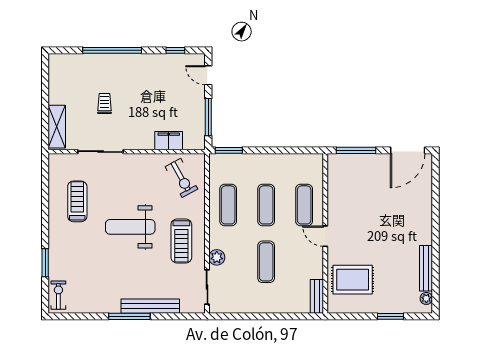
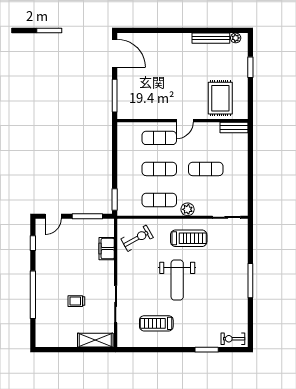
plant: (217, 257) -> (188, 209), moved
bench: (150, 306) -> (242, 264), removed

